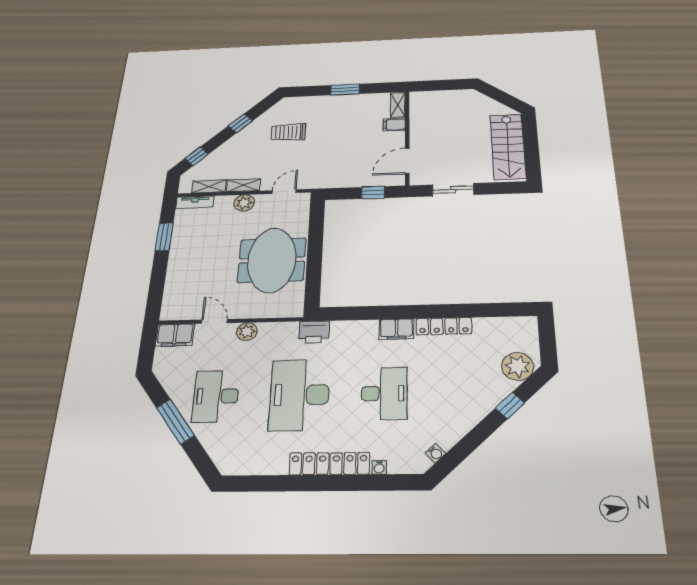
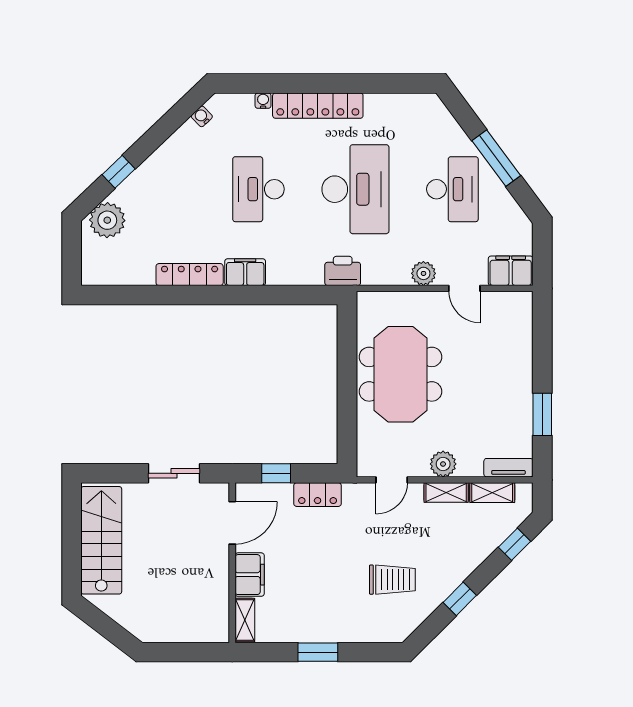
filing cabinet: (394, 125) -> (250, 575), width x2.00
locker: (341, 180) -> (318, 495), added

